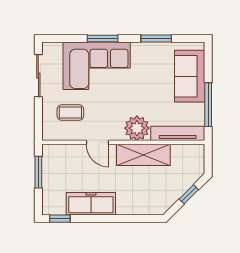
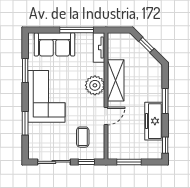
window: (103, 39) -> (25, 123), moved
corner sofa: (97, 66) -> (46, 96), moved
window: (38, 117) -> (86, 162), added
tv unit: (178, 133) -> (99, 48), width x0.71
window: (117, 219) -> (165, 101), added

